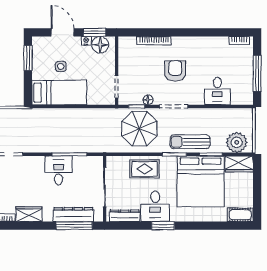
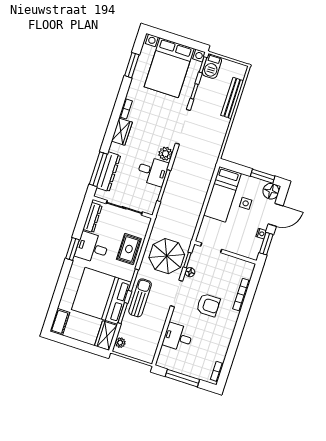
floor lamp: (100, 45) -> (271, 191), moved
plant: (237, 142) -> (120, 343), width x0.53, depth x0.53
plant: (37, 163) -> (165, 154), added

